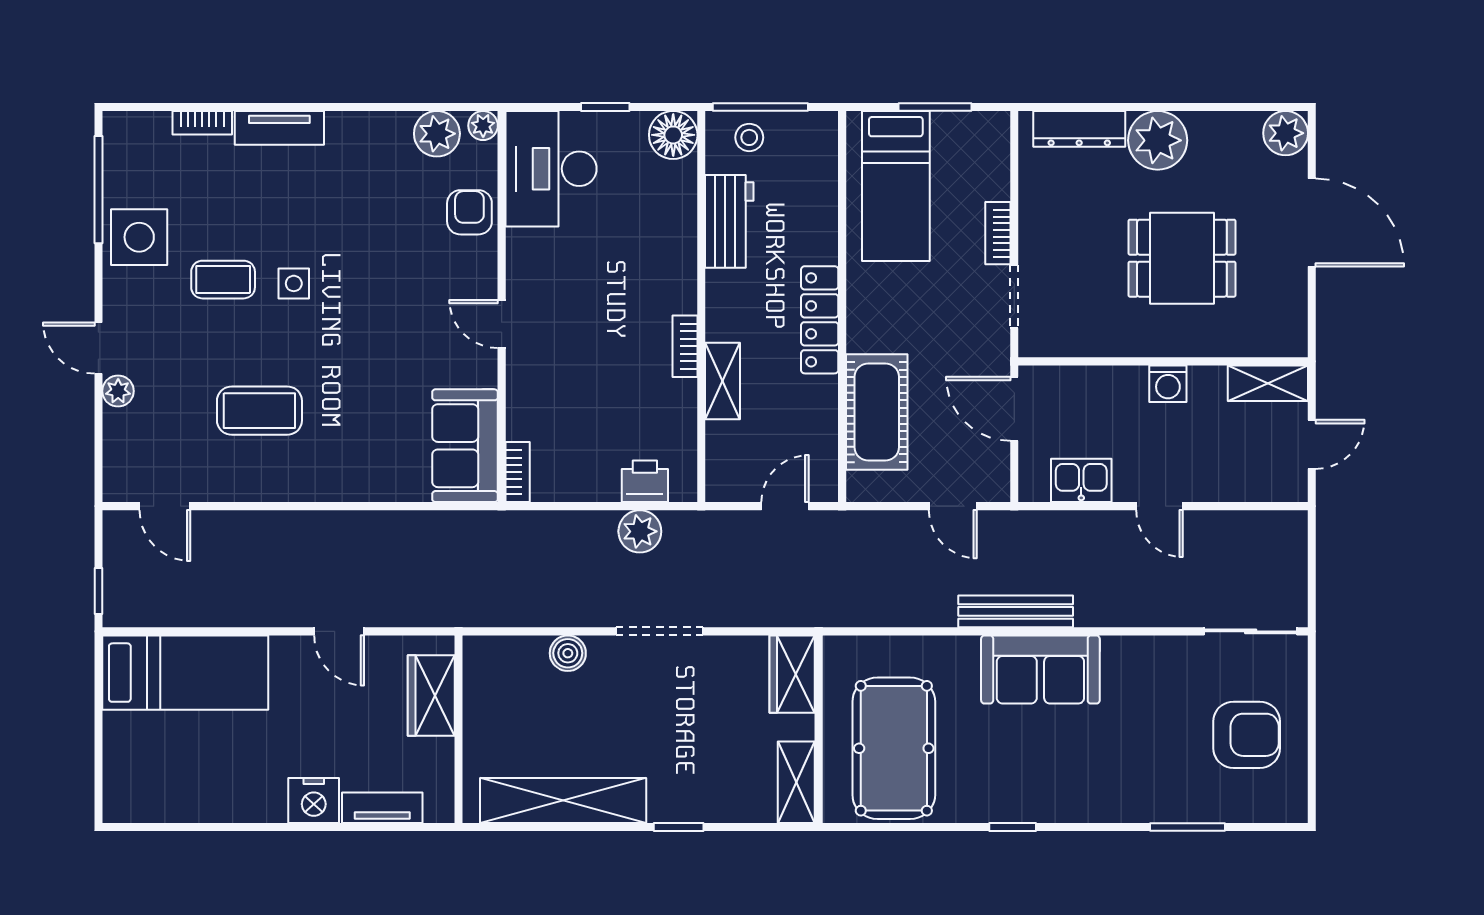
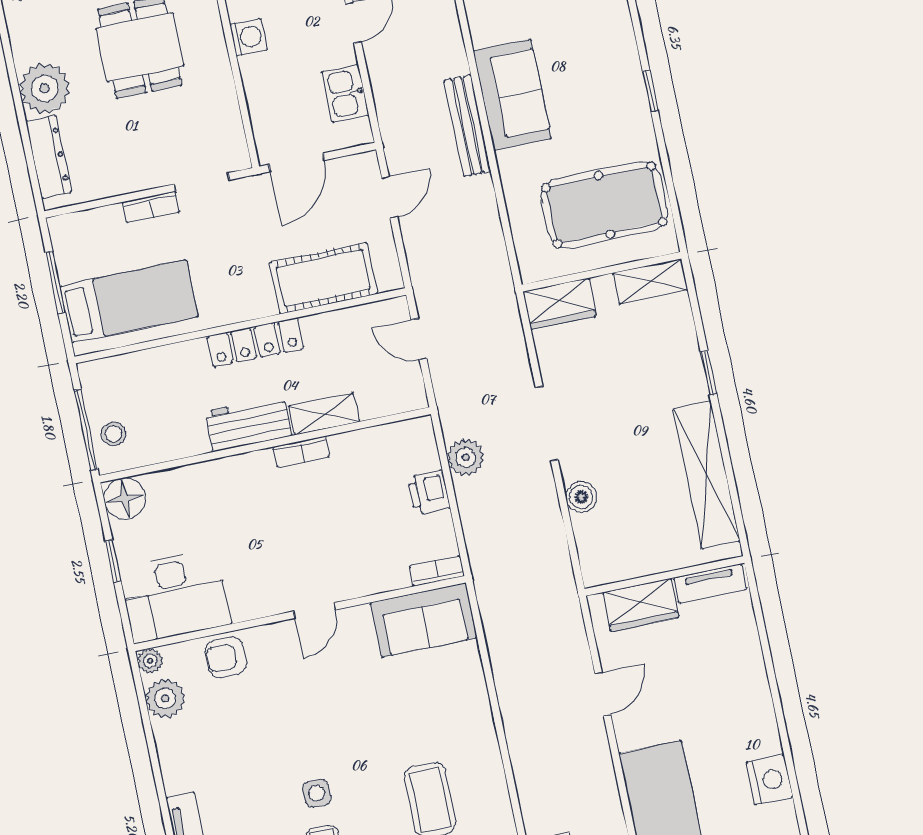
workbench: (729, 221) -> (248, 424), moved
printer: (645, 481) -> (429, 493), moved
nightstand: (314, 801) -> (770, 780), moved
tv unit: (382, 808) -> (710, 583), moved, turned -90

